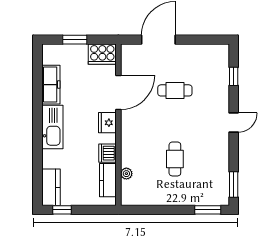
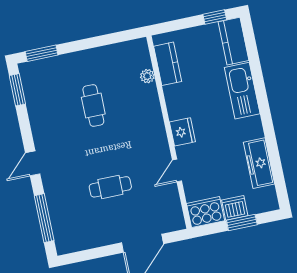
window: (234, 76) -> (44, 218), width x2.17
door: (118, 92) -> (177, 171), width x0.53
kitchen sink: (52, 127) -> (242, 91), moved
dishwasher: (108, 153) -> (235, 208), moved, turned -90

